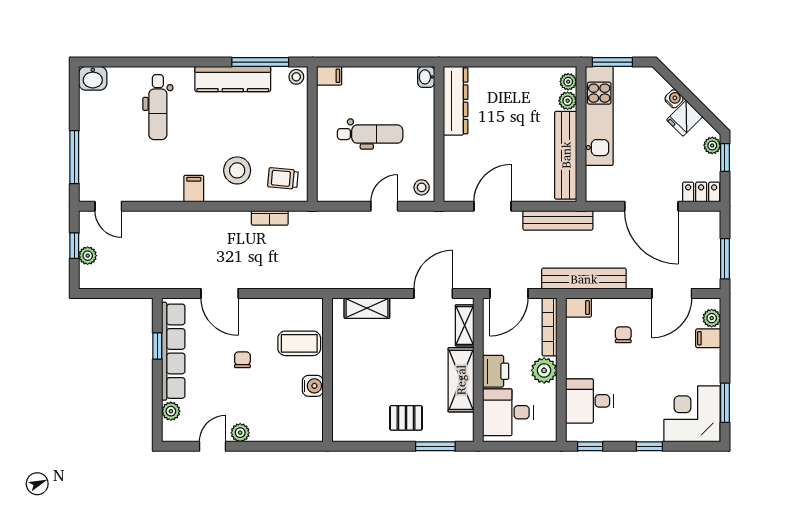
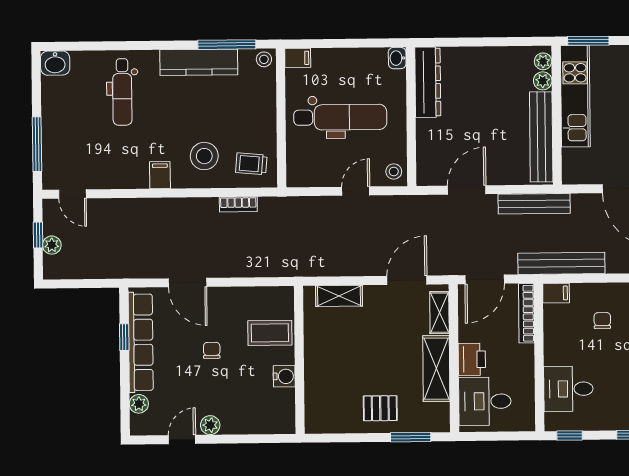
dental chair: (370, 134) -> (340, 117), width x1.36, depth x1.38
plant: (544, 370) -> (521, 358), removed

